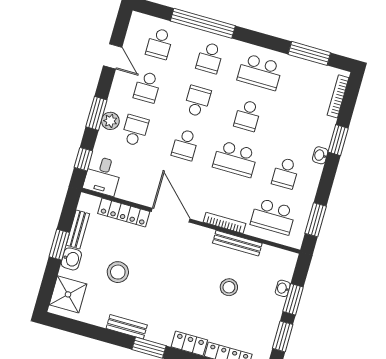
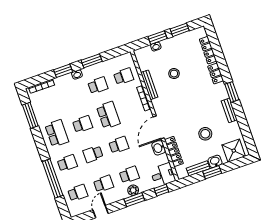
school desk: (135, 131) -> (129, 175), turned 180
washbasin: (143, 196) -> (159, 148), added
school desk: (273, 217) -> (124, 76), width x0.54
window: (316, 220) -> (92, 61), moved

